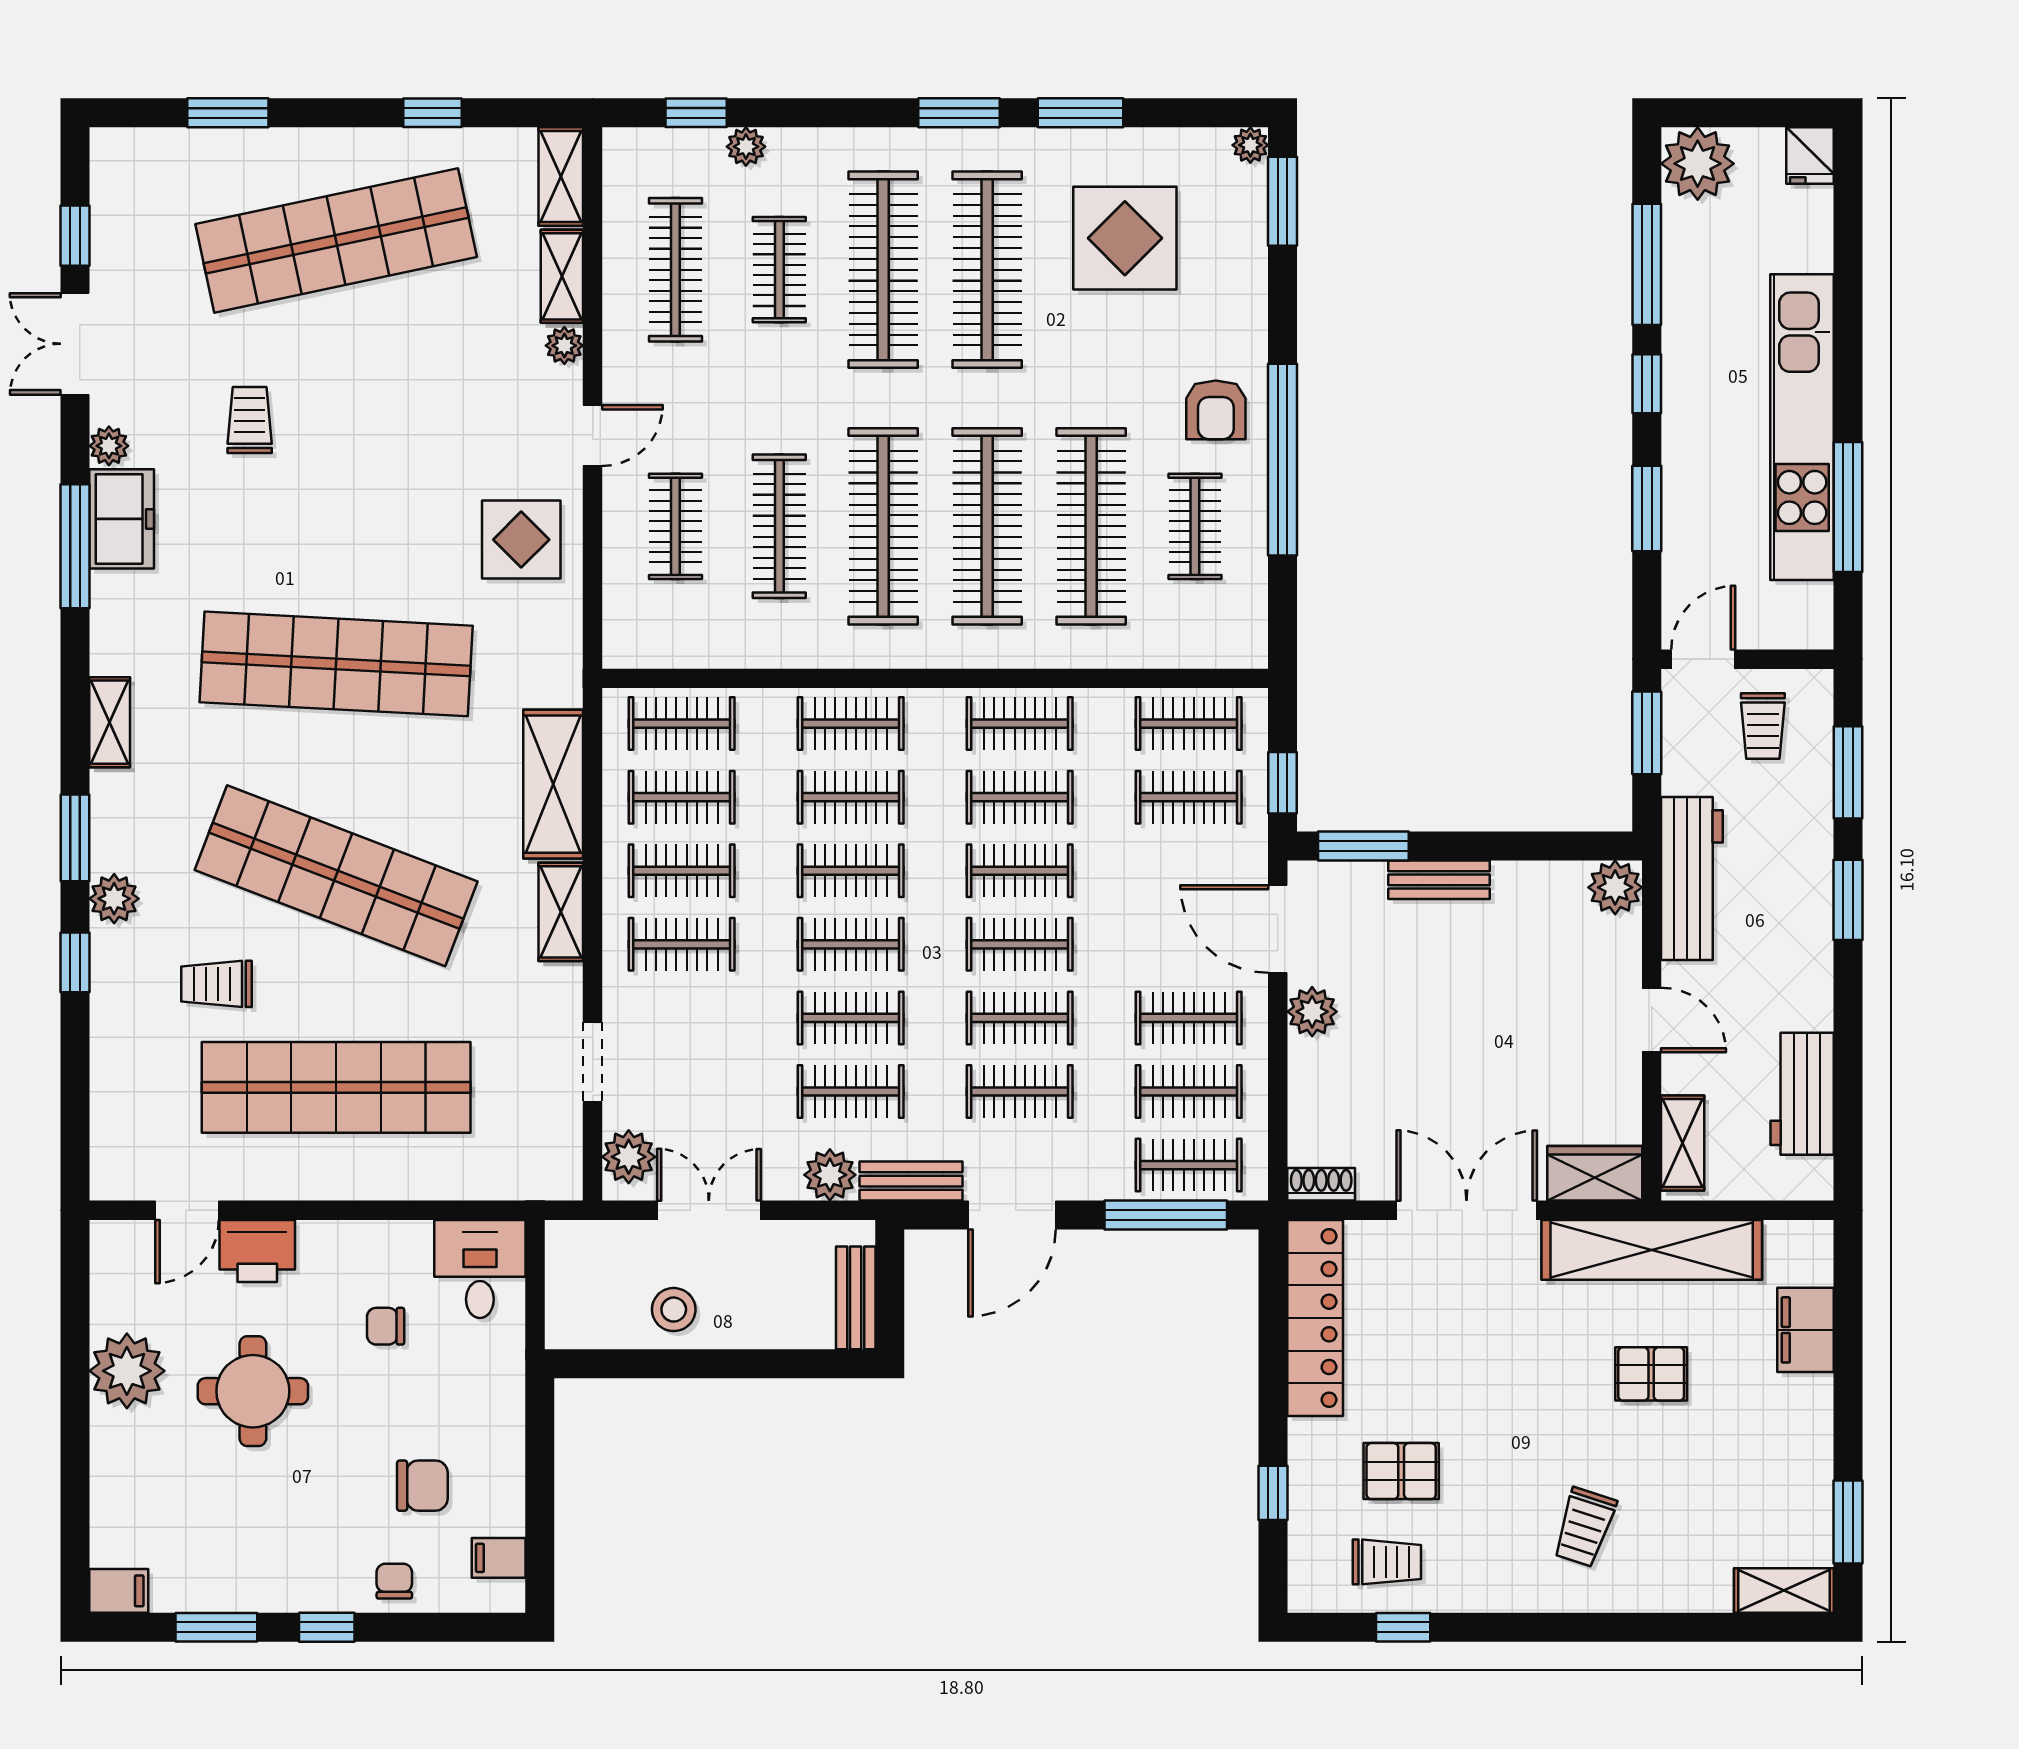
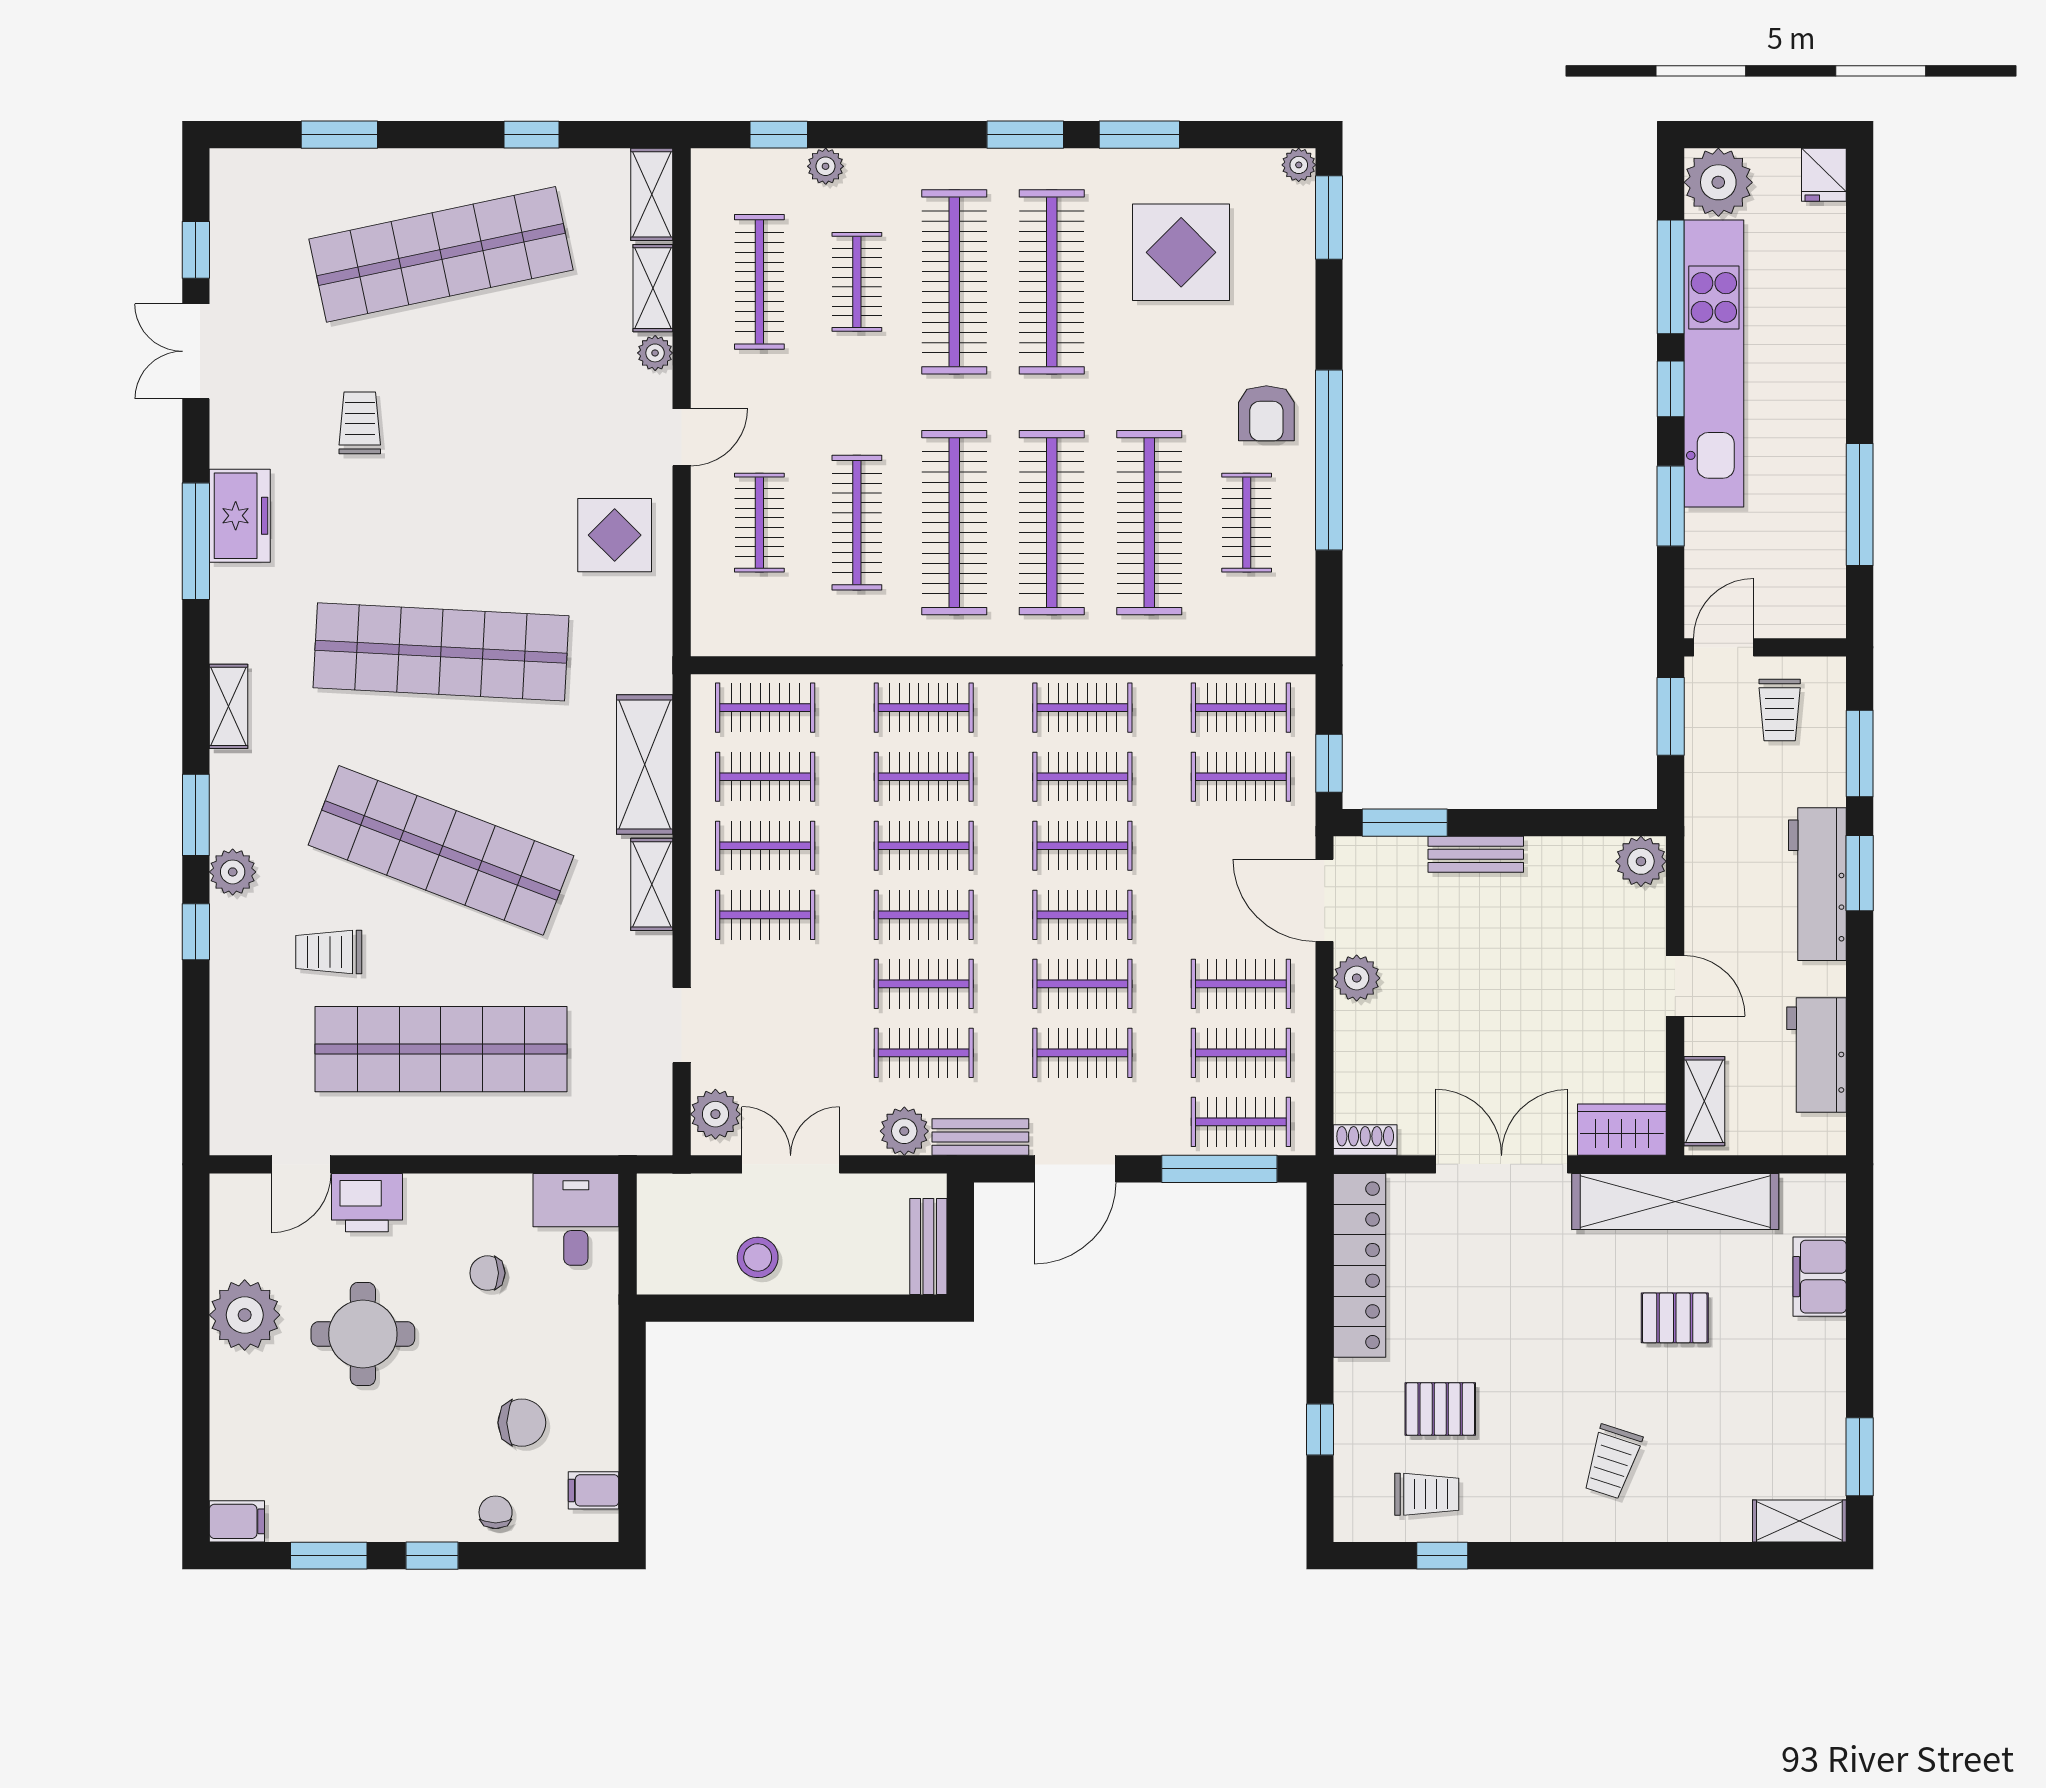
kitchen unit: (1802, 427) -> (1714, 363), moved, turned 180
plant: (109, 446) -> (228, 447), removed
workbench: (1692, 879) -> (1817, 884), moved, turned 180

